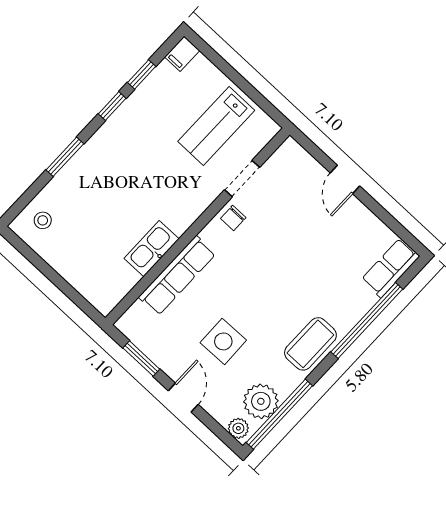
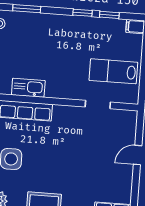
window: (65, 157) -> (27, 9), moved
chair: (233, 218) -> (75, 116), removed

